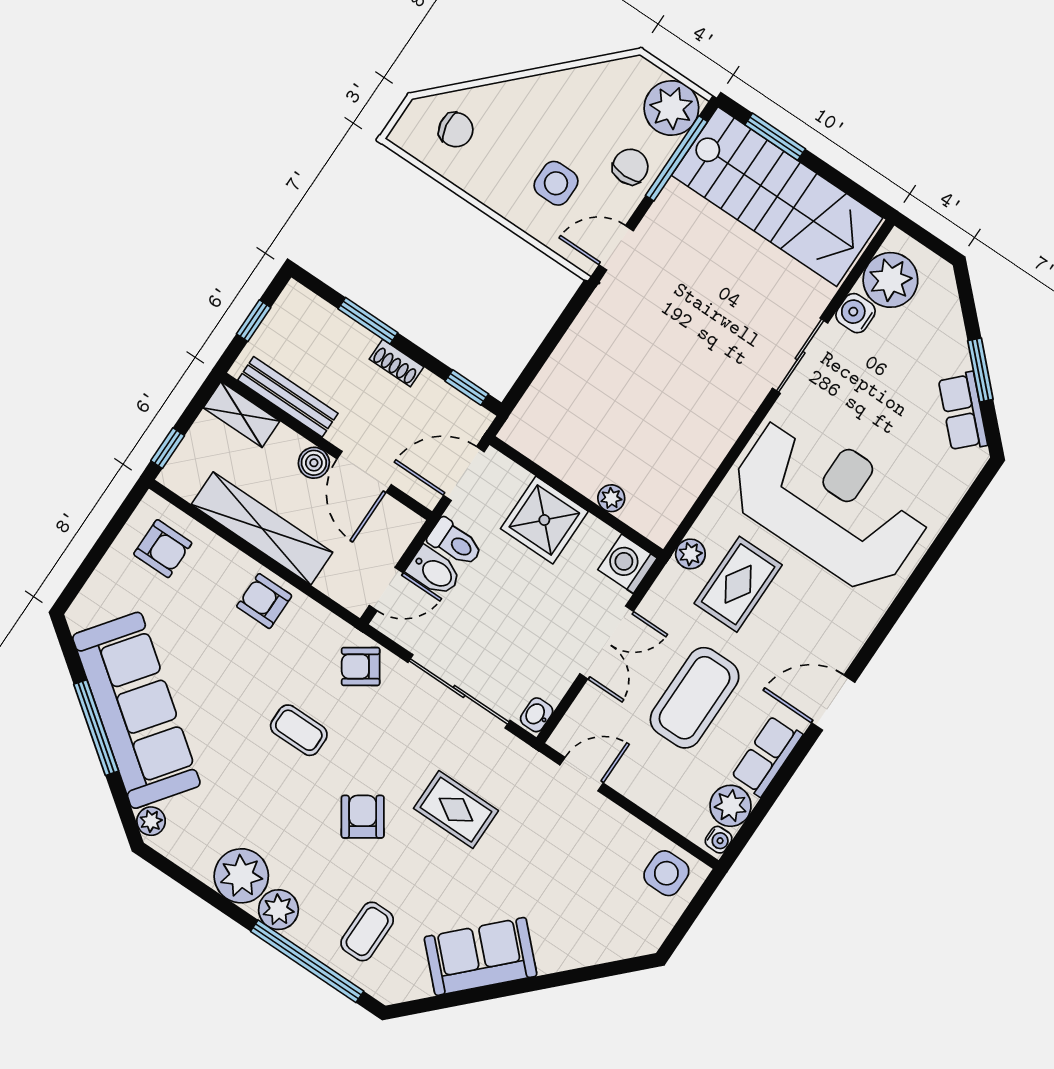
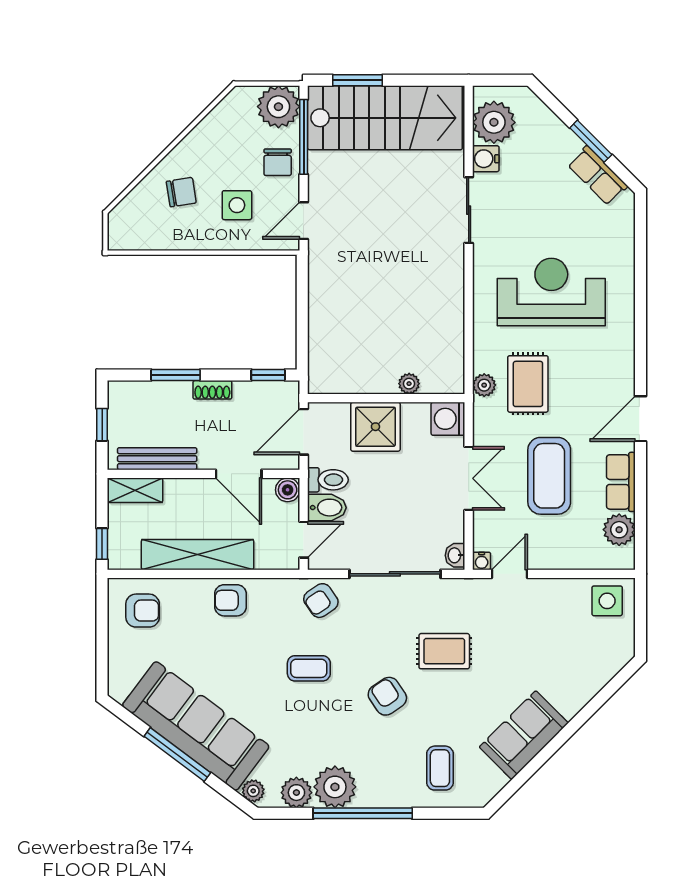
chair: (456, 130) -> (181, 192), moved
chair: (630, 167) -> (278, 162), turned 180
boiler: (314, 463) -> (288, 490), moved
reception desk: (829, 503) -> (551, 292), width x0.74, depth x0.77
water cooler: (719, 840) -> (482, 561), moved, turned 90
plant: (278, 910) -> (296, 793), moved
window: (307, 961) -> (363, 813), moved

